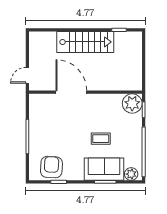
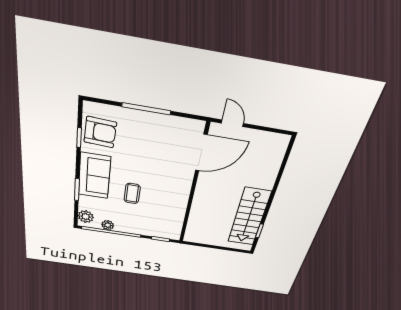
stairs: (85, 42) -> (249, 217), moved
door: (71, 92) -> (201, 153), moved
plant: (132, 103) -> (108, 225), moved, width x0.53, depth x0.53
sofa: (104, 169) -> (94, 176), moved

